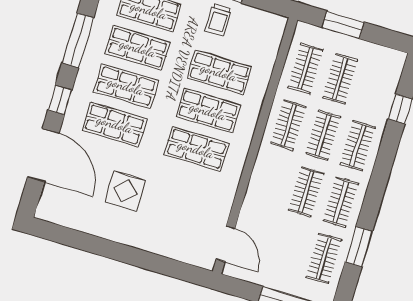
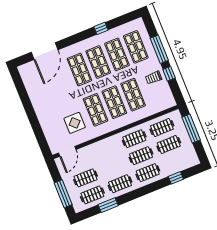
window: (343, 25) -> (191, 129), width x1.44
window: (78, 40) -> (101, 28), width x0.46
window: (60, 100) -> (72, 40), removed
display table: (125, 191) -> (75, 123), moved
clothes rail: (306, 192) -> (86, 178), moved

